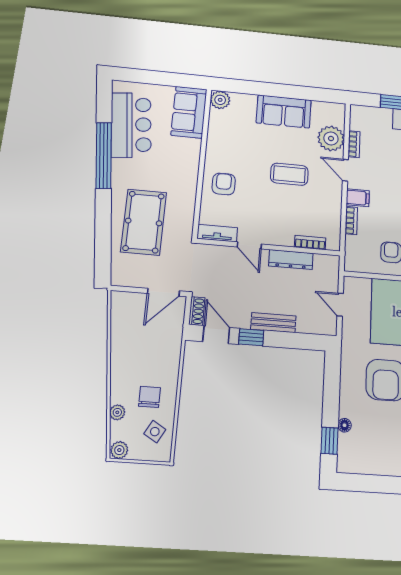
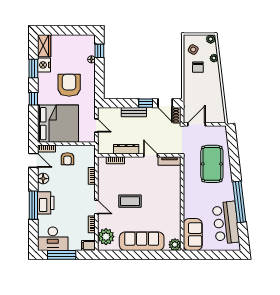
sofa: (284, 111) -> (142, 241), width x1.36
plant: (331, 138) -> (106, 237), moved
armchair: (224, 184) -> (168, 191), removed
filing cabinet: (358, 198) -> (88, 246), moved

